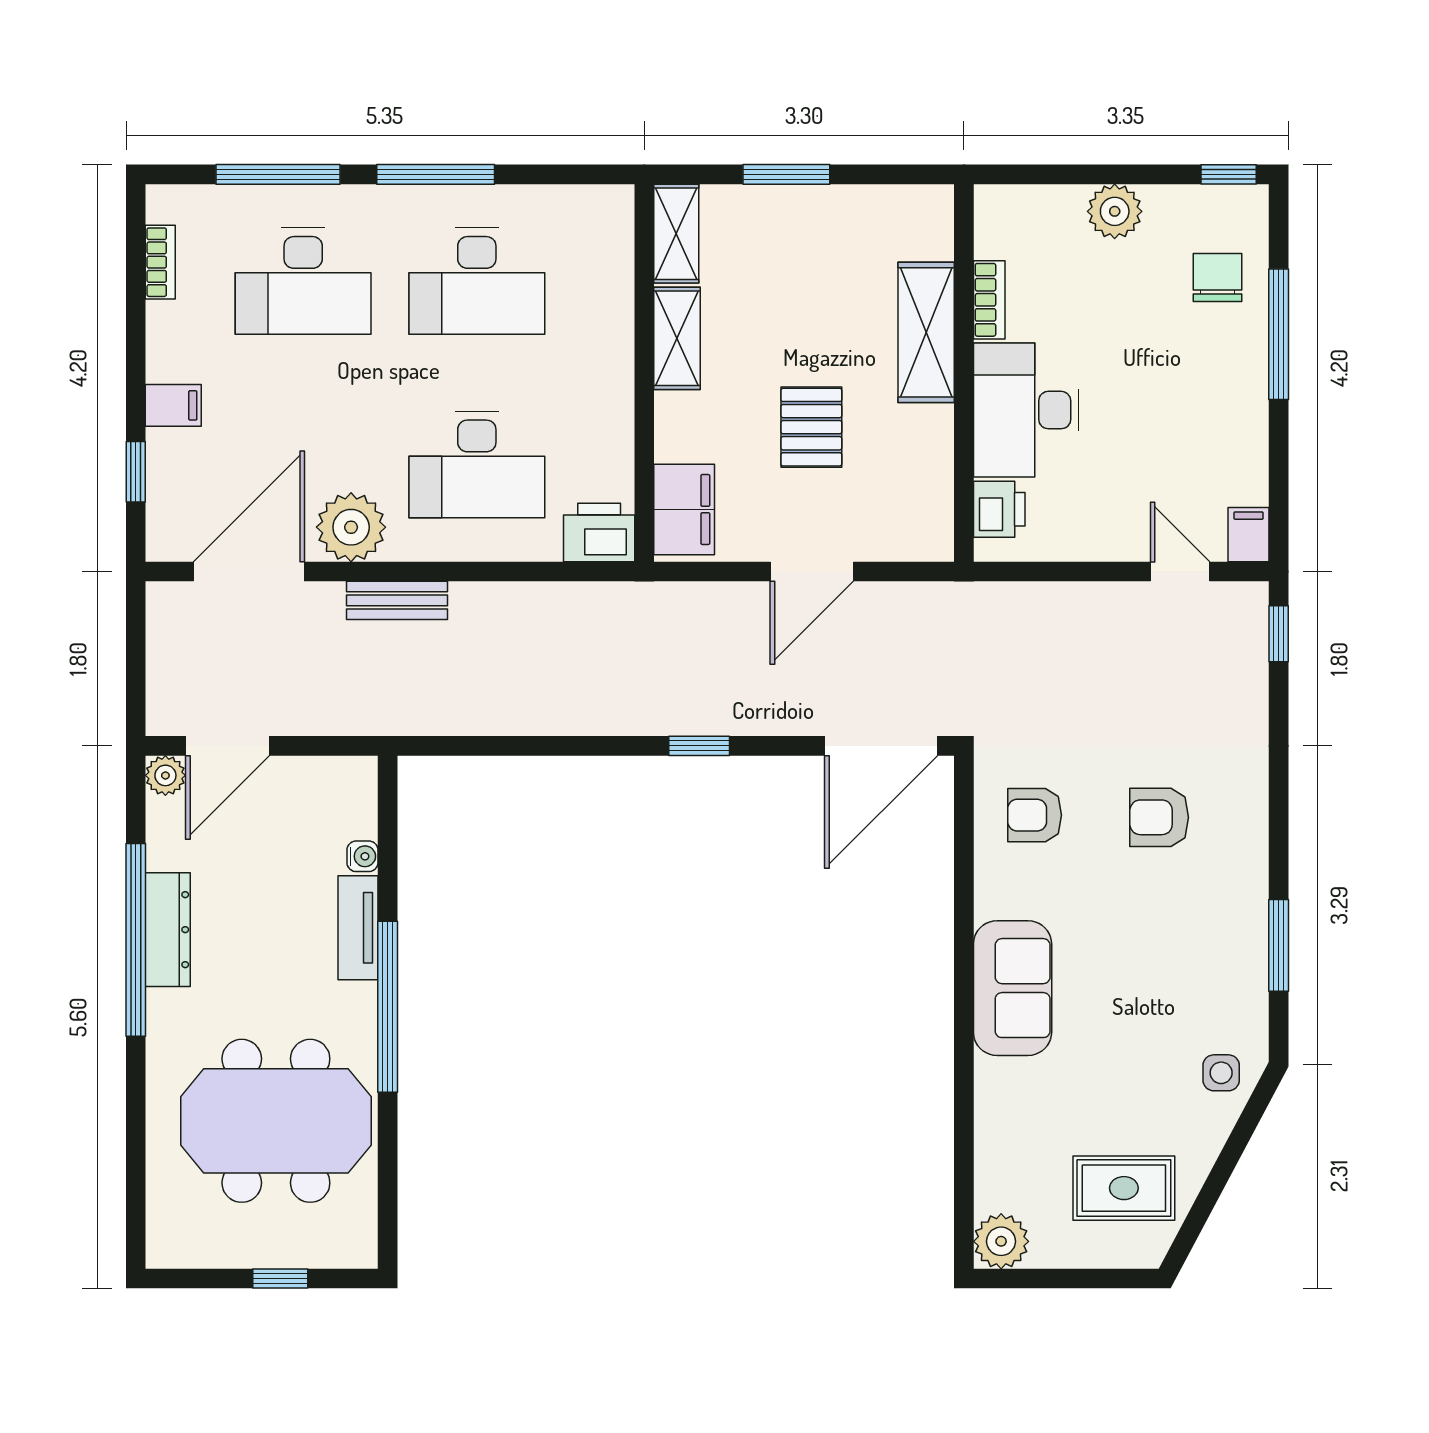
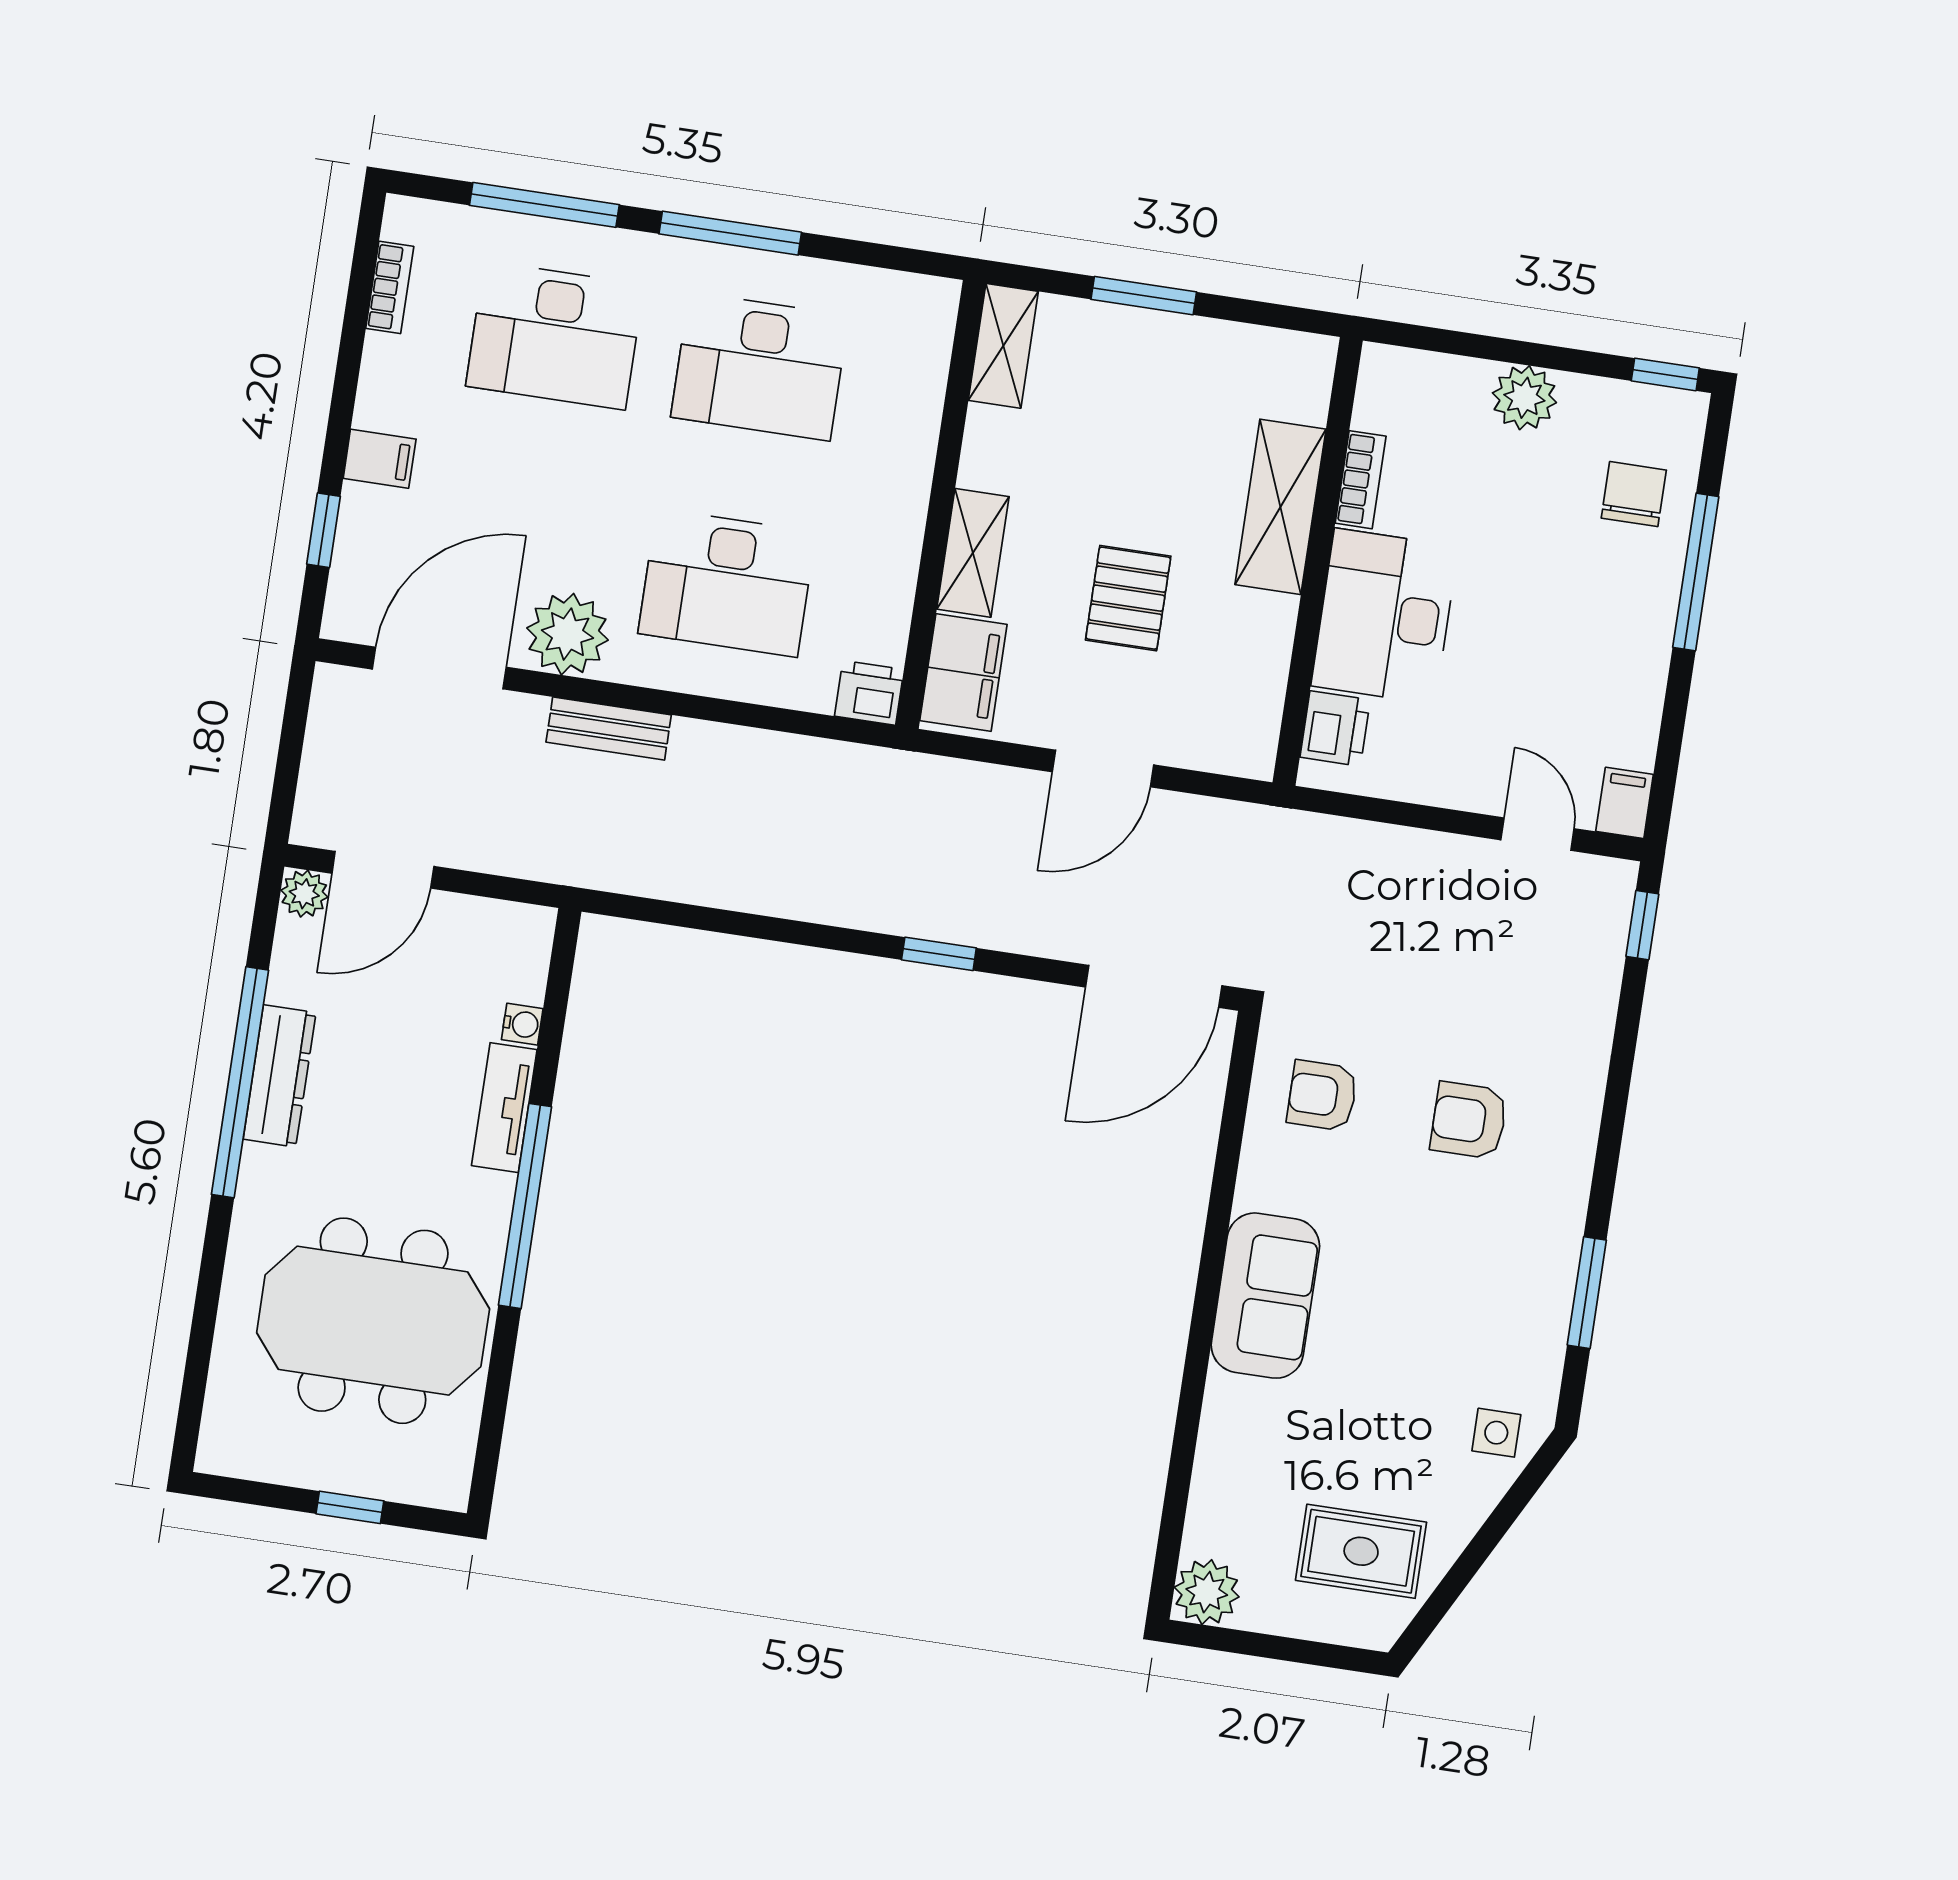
shelving: (677, 338) -> (973, 553), moved
printer: (599, 532) -> (869, 693), width x0.73, depth x0.81

